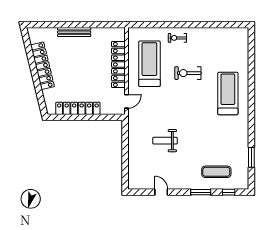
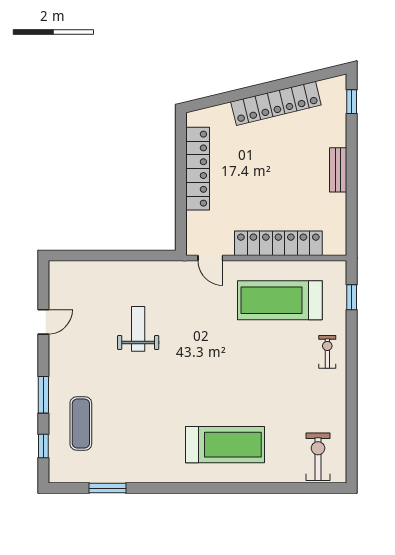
window: (42, 25) -> (352, 102), added
window: (148, 25) -> (352, 297), added
bench: (74, 32) -> (338, 170), width x0.73
treadmill: (149, 64) -> (280, 300), turned 180
exercise bike: (188, 73) -> (318, 457), moved

